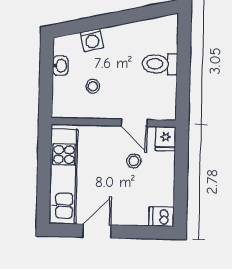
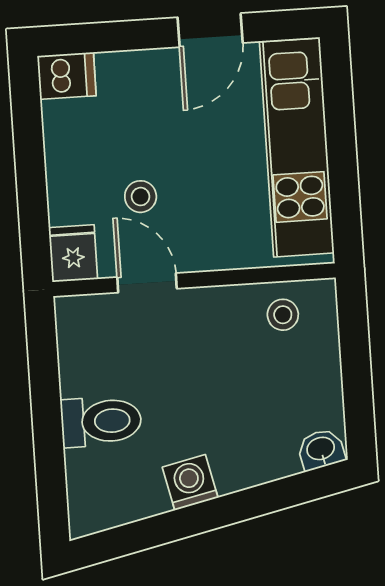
washing machine: (92, 40) -> (190, 483), moved
washbasin: (60, 66) -> (321, 449), moved, turned 77
stool: (93, 86) -> (283, 315), moved

